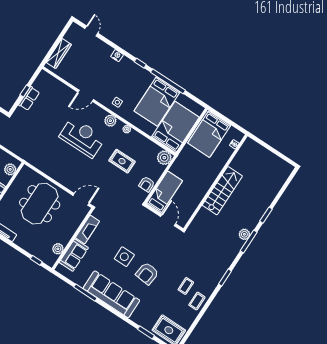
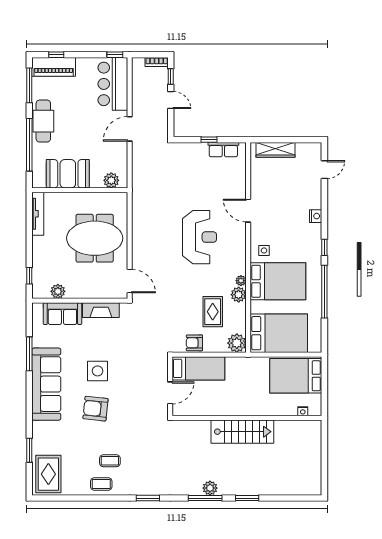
row of seats: (29, 98) -> (223, 150), moved
bed: (157, 101) -> (278, 281), moved, turned 180
plant: (110, 121) -> (239, 295), moved
rug: (122, 161) -> (213, 312), moved

